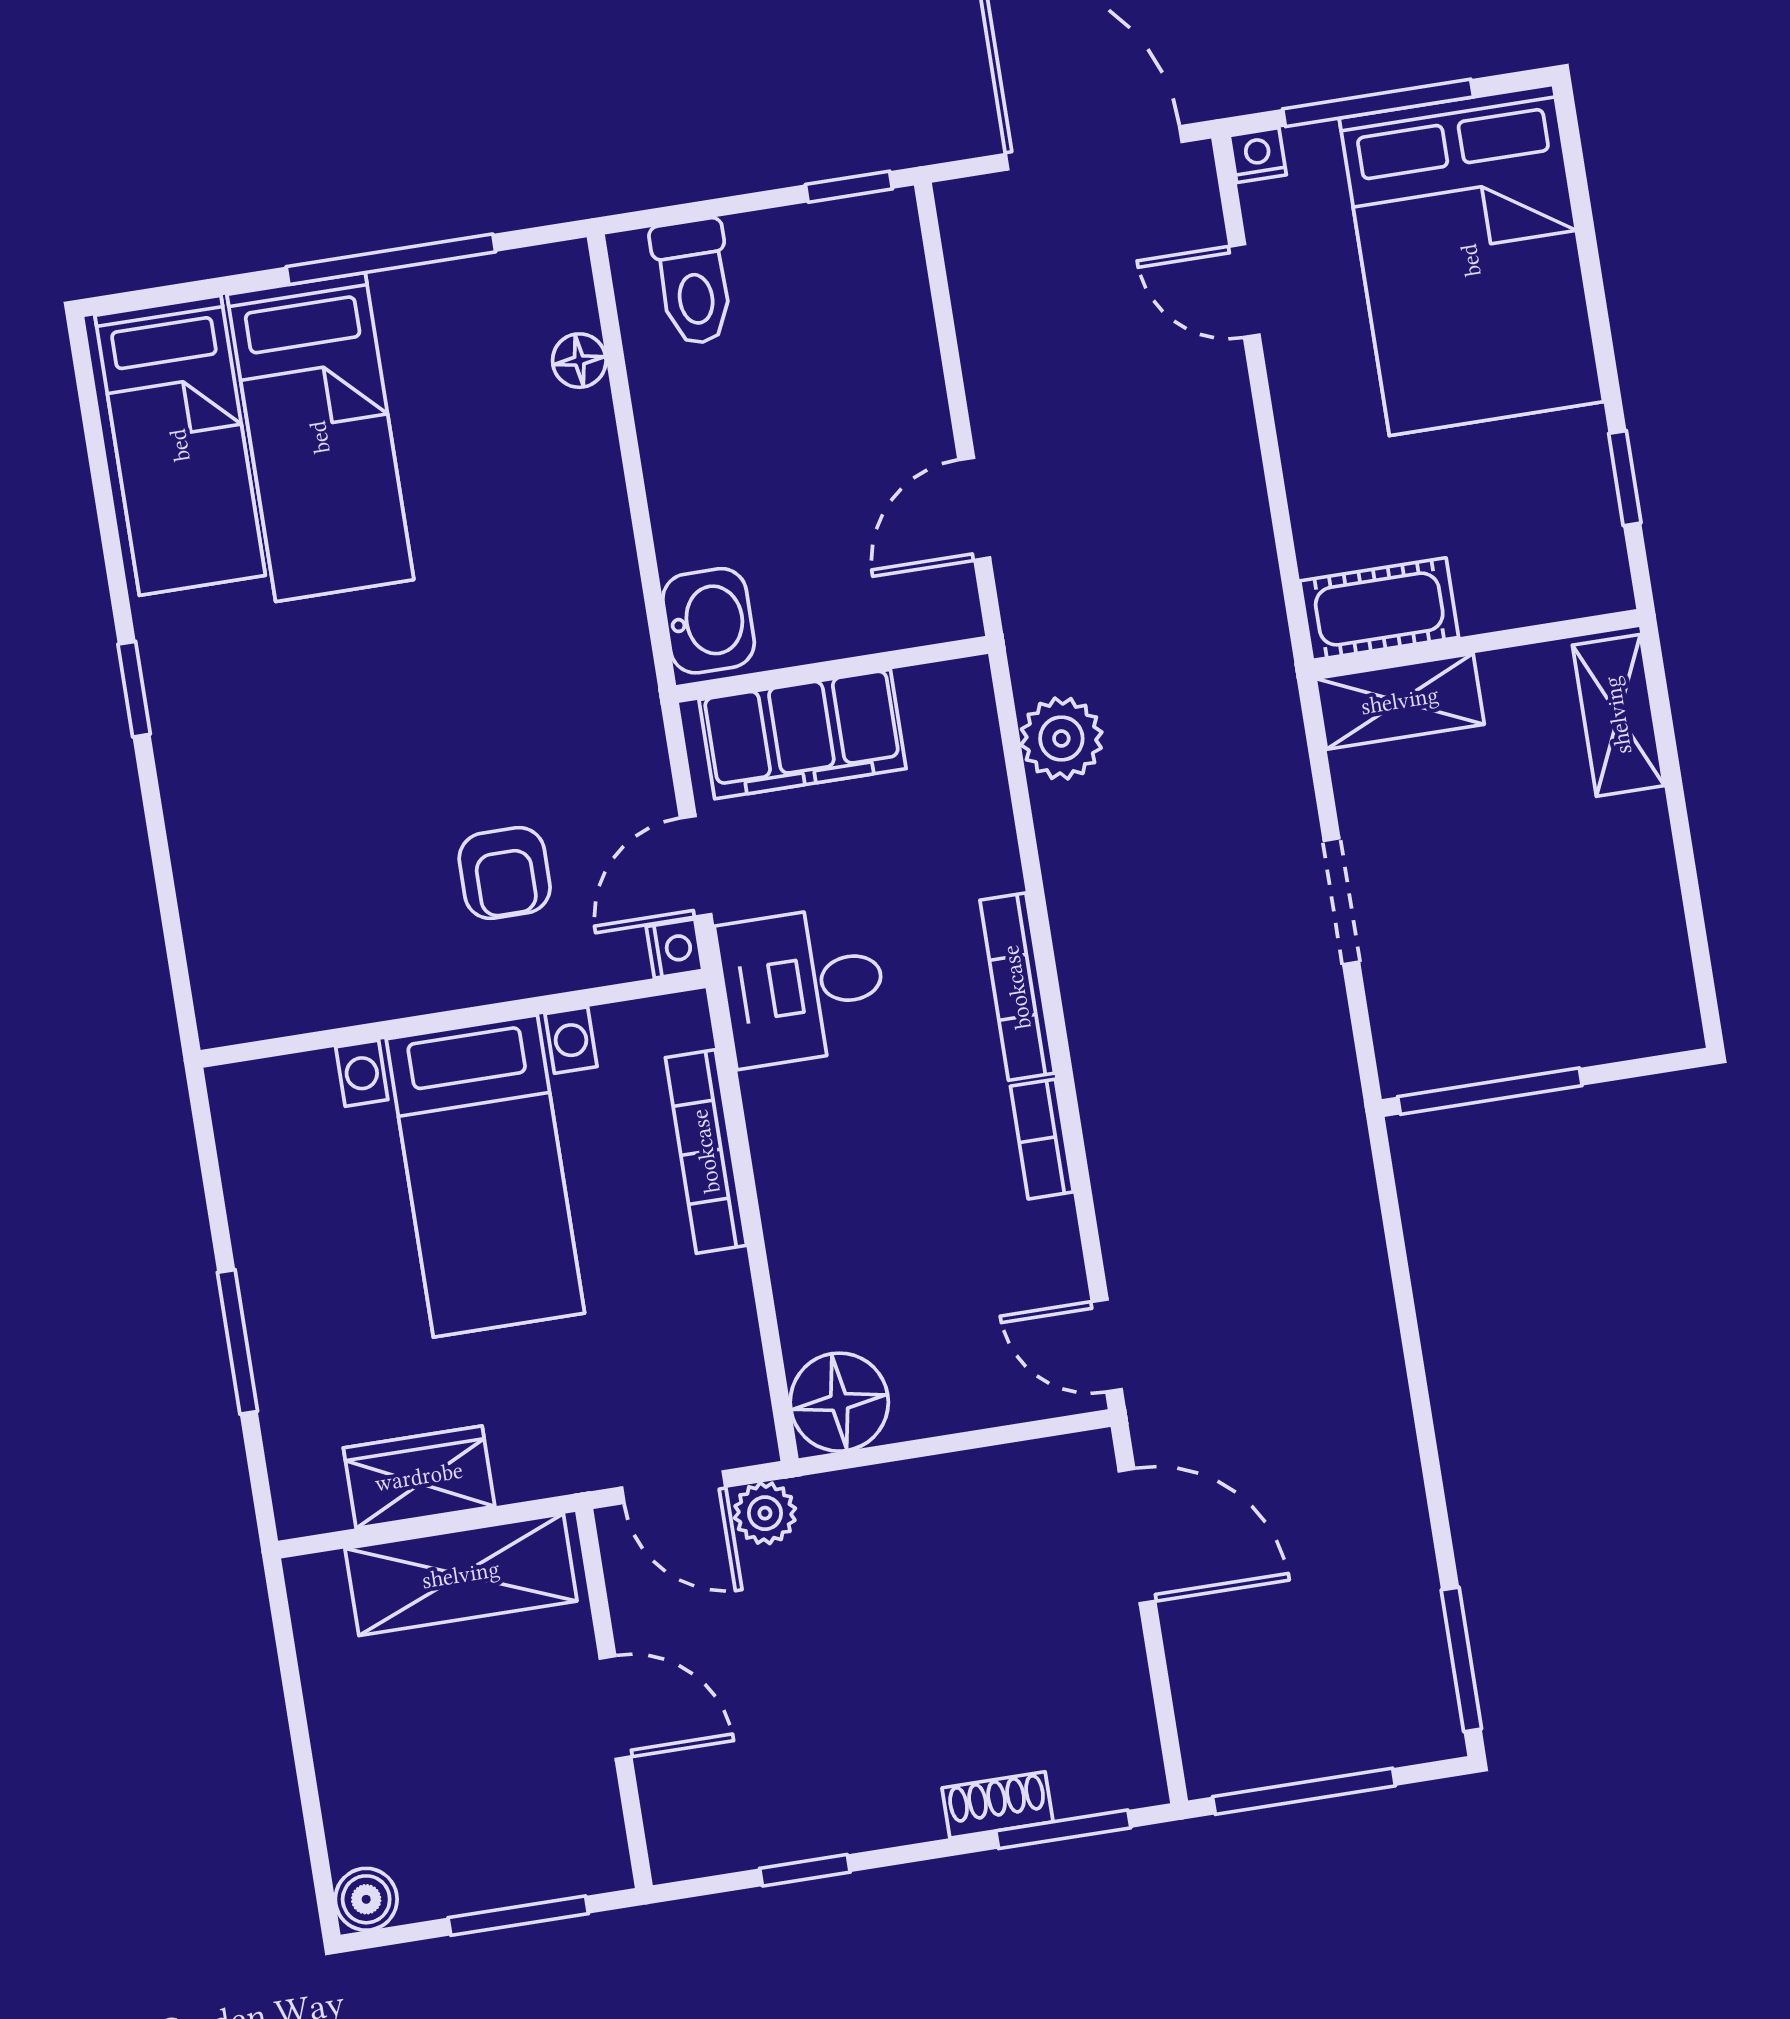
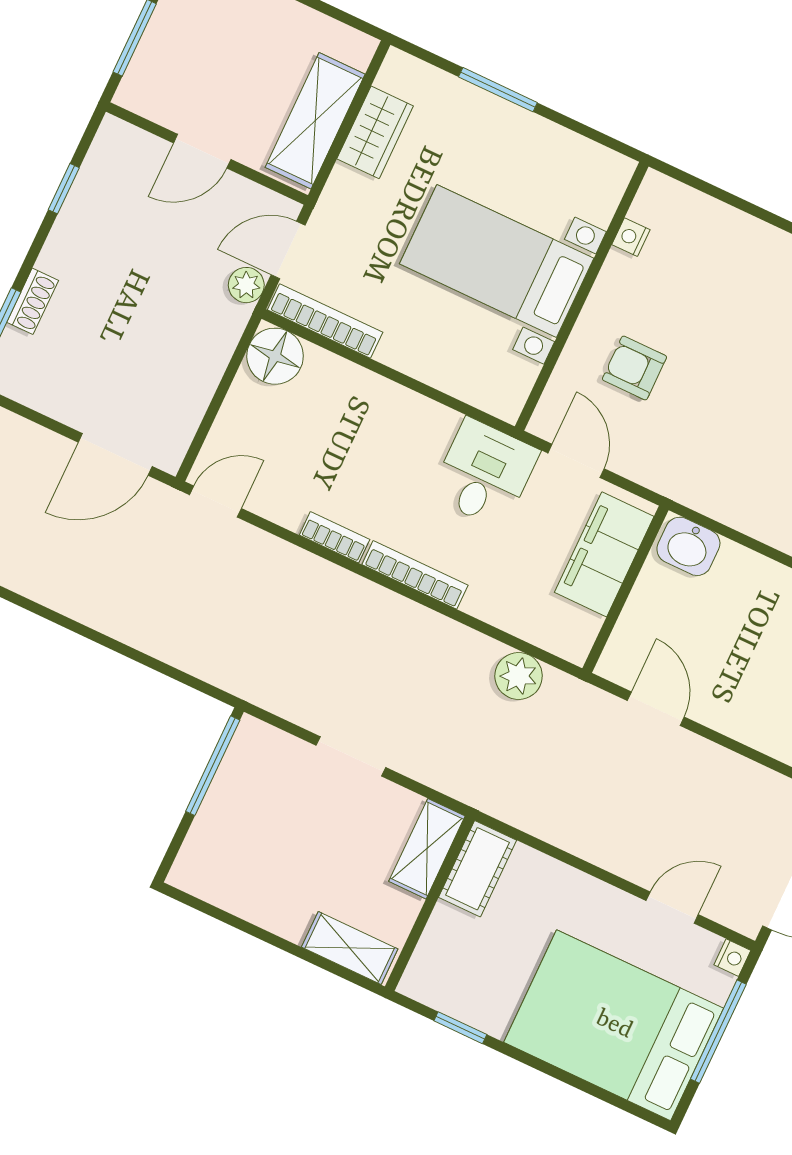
nightstand: (675, 948) -> (631, 237), moved, turned 90
bookcase: (706, 1151) -> (325, 321), moved

